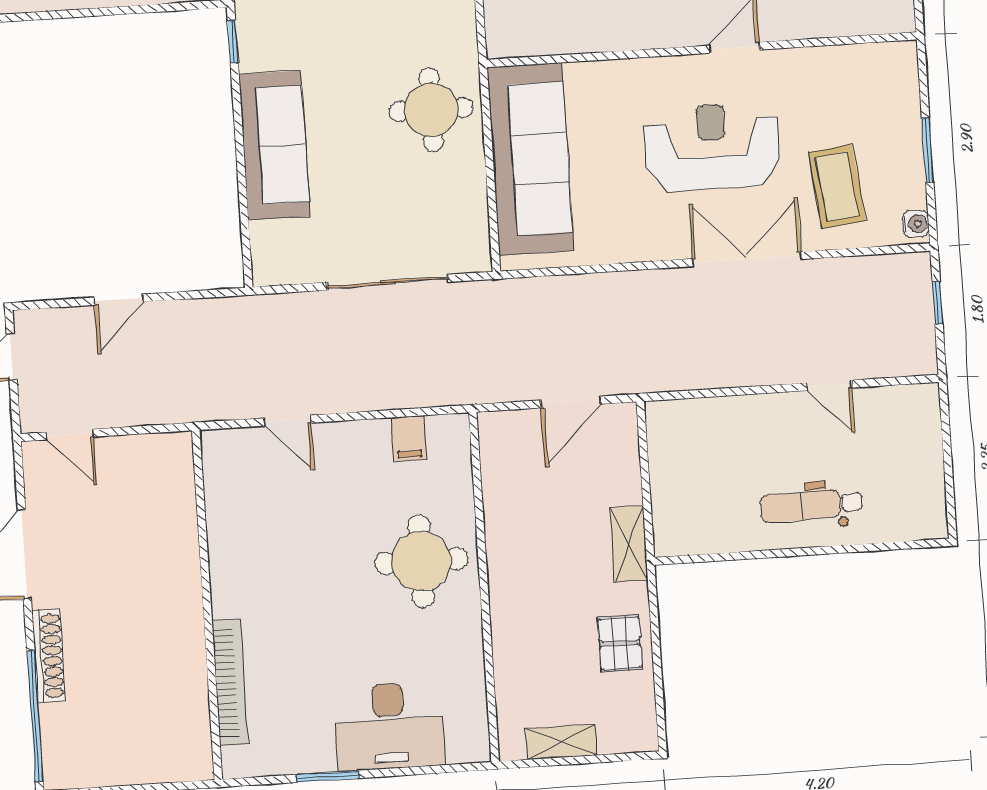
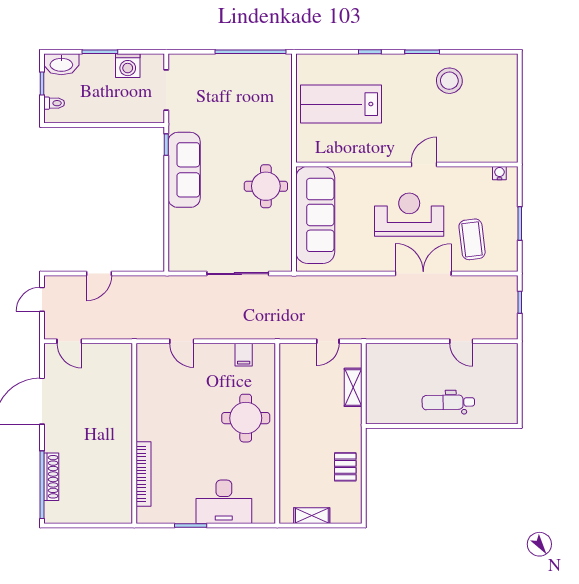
sofa: (274, 145) -> (184, 170), moved
water cooler: (916, 224) -> (499, 173), moved, turned -90
door: (571, 402) -> (328, 341), width x0.73
shelving: (629, 544) -> (353, 387), moved
shoe rack: (49, 656) -> (51, 477), moved

